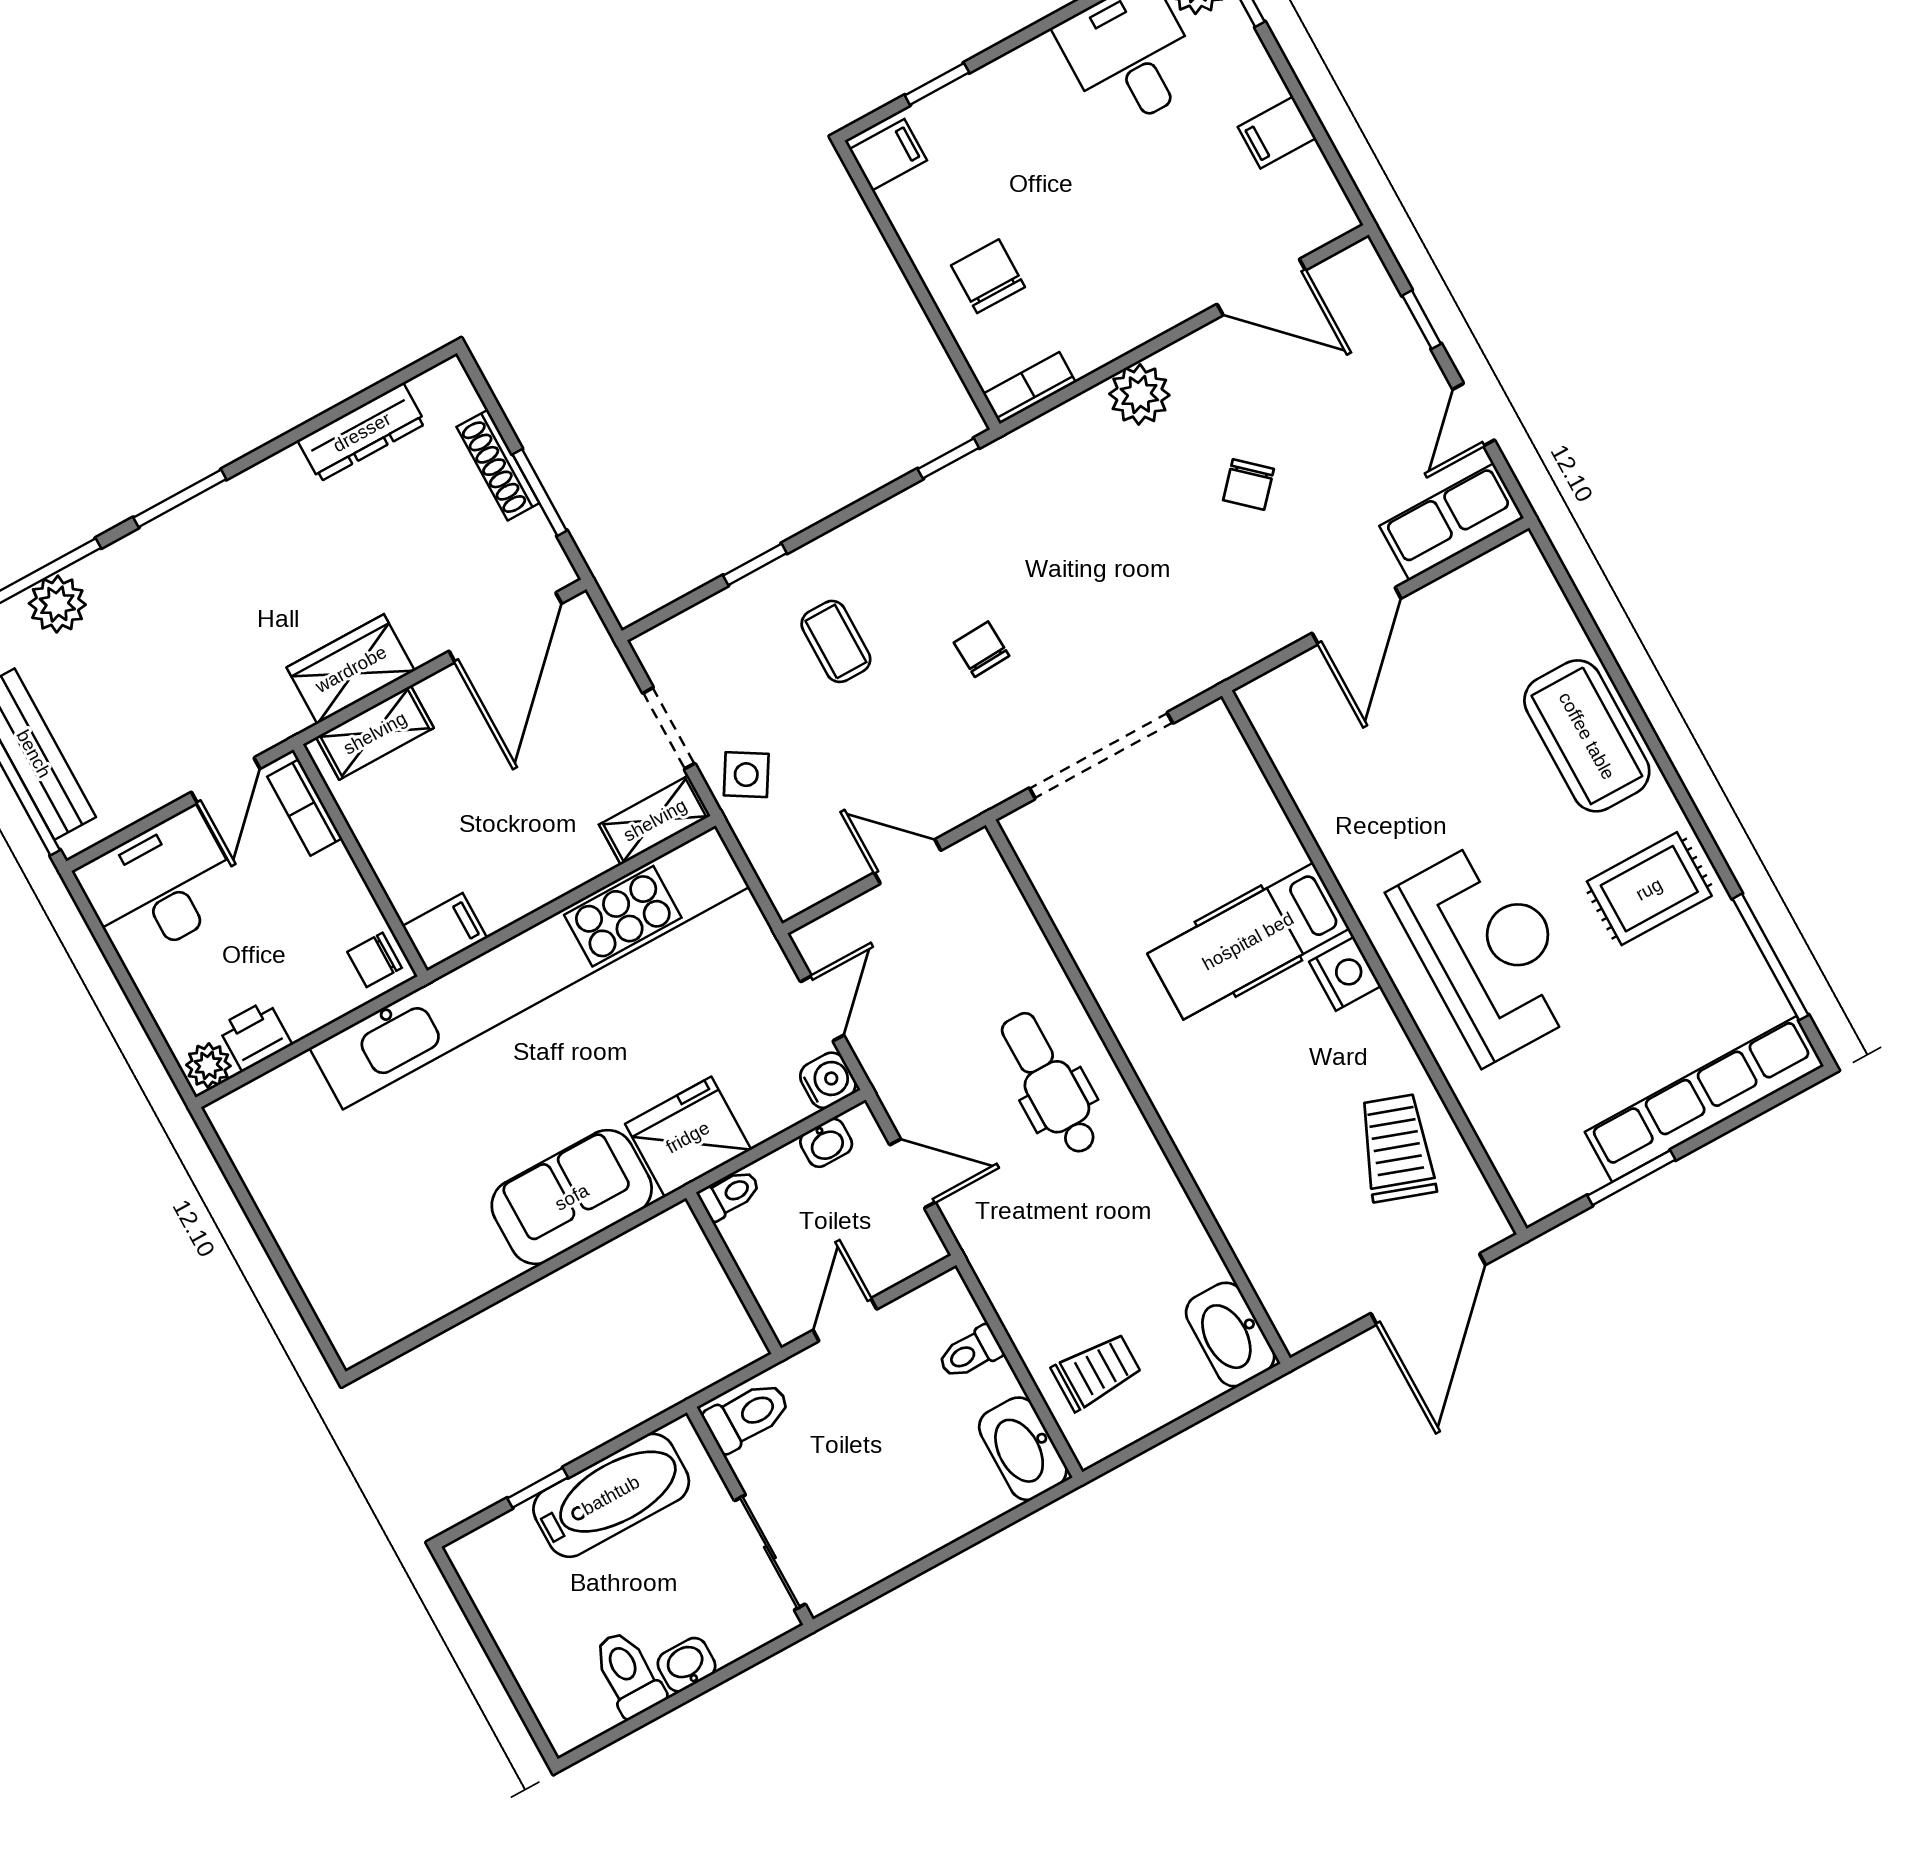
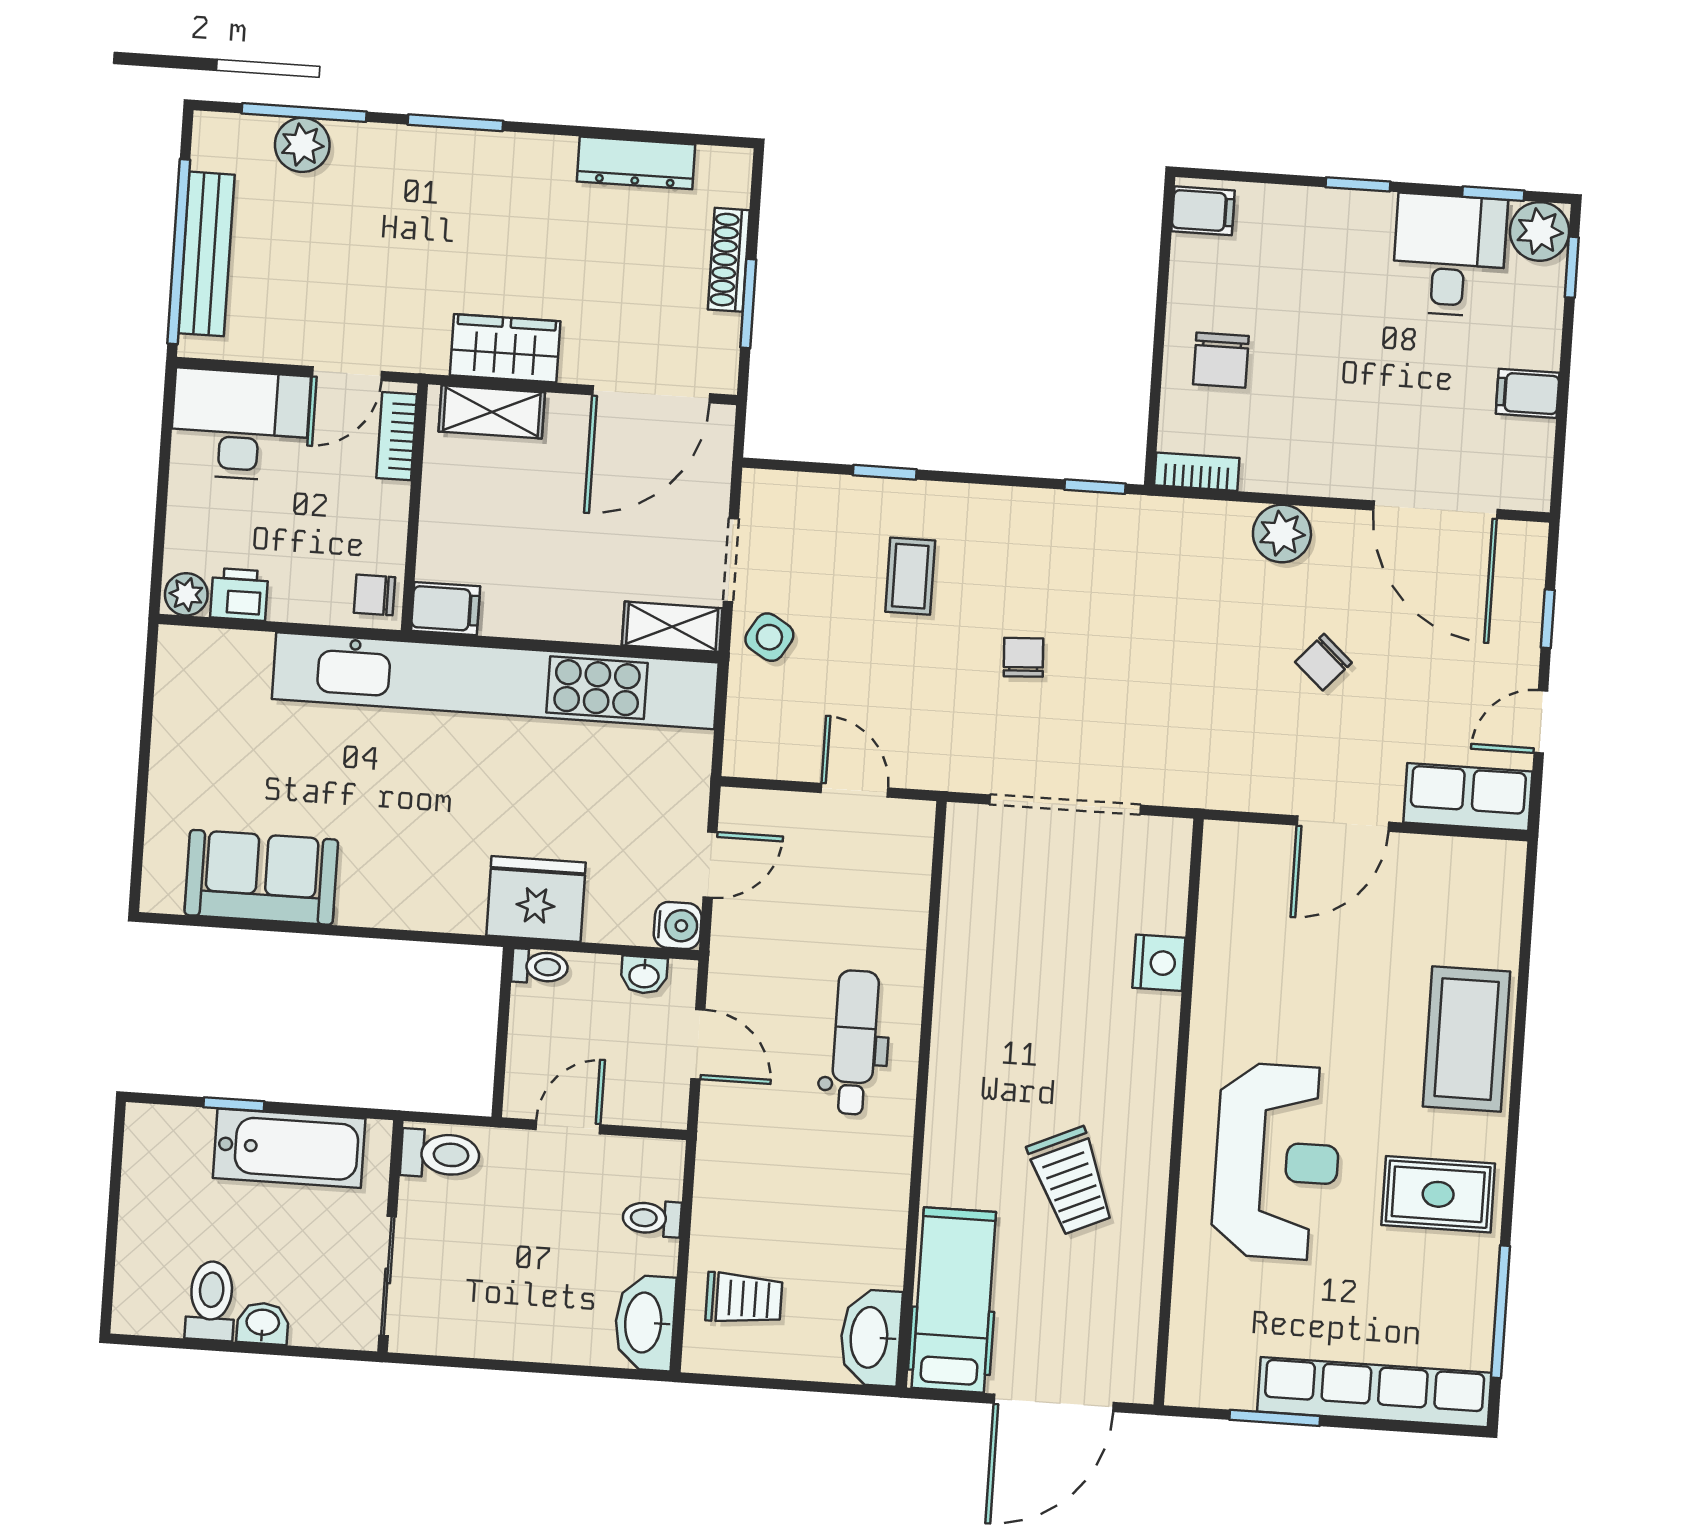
window: (937, 84) -> (1358, 184), moved
chair: (988, 276) -> (1221, 360), turned 180
door: (1261, 287) -> (1435, 510), width x1.36
hospital bed: (1248, 941) -> (954, 1300), moved, turned 90
nightstand: (1345, 974) -> (1159, 963), moved
trolley: (1397, 1148) -> (1071, 1181), moved, turned 137
sofa: (572, 1197) -> (261, 877), moved

